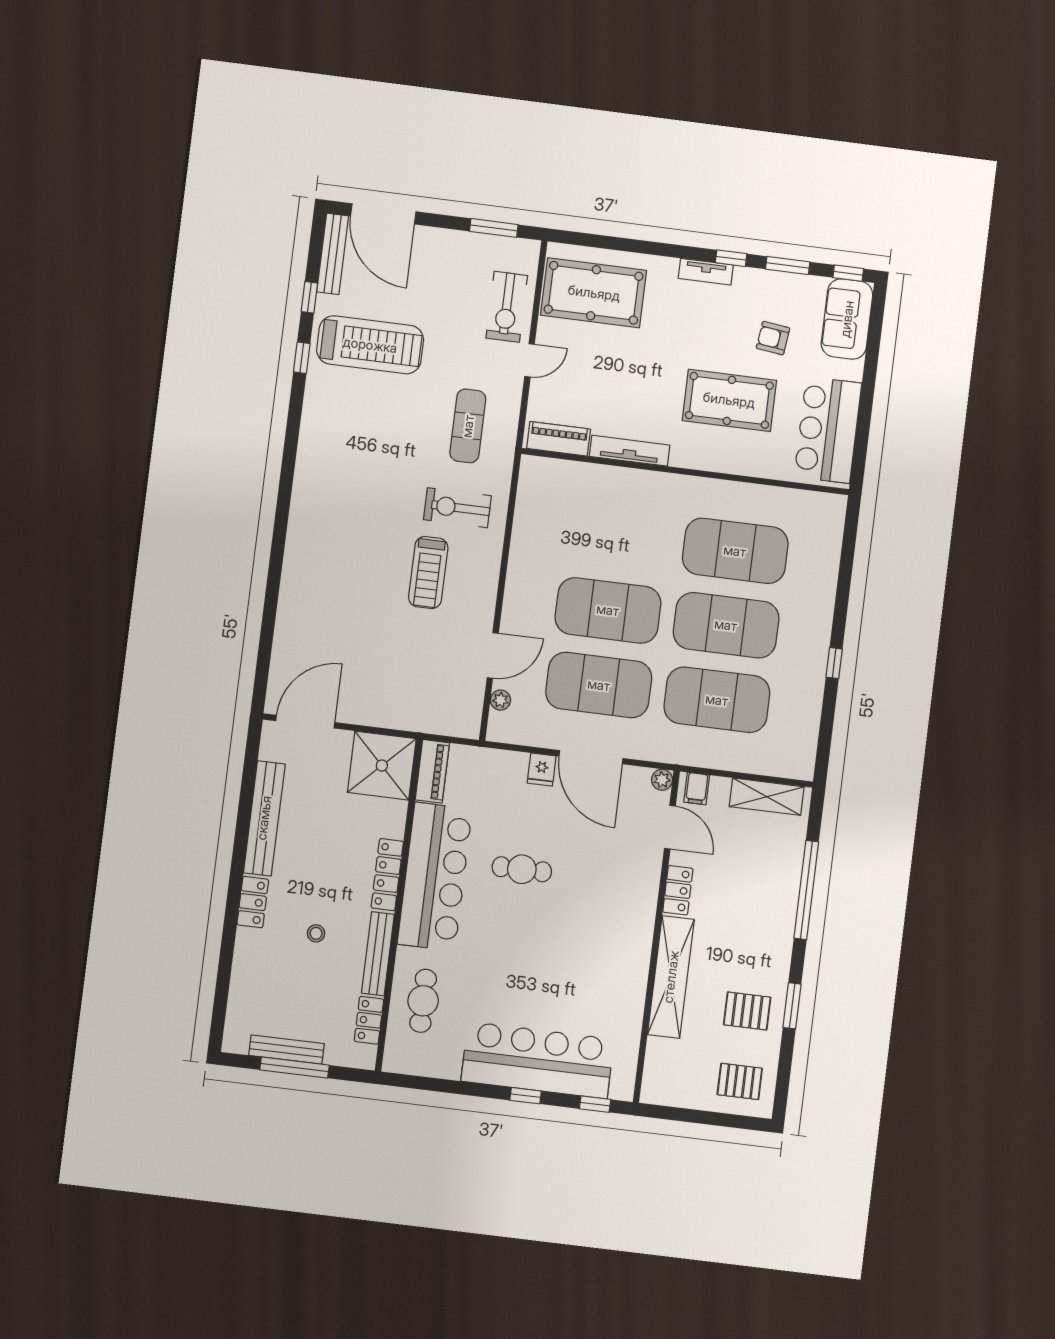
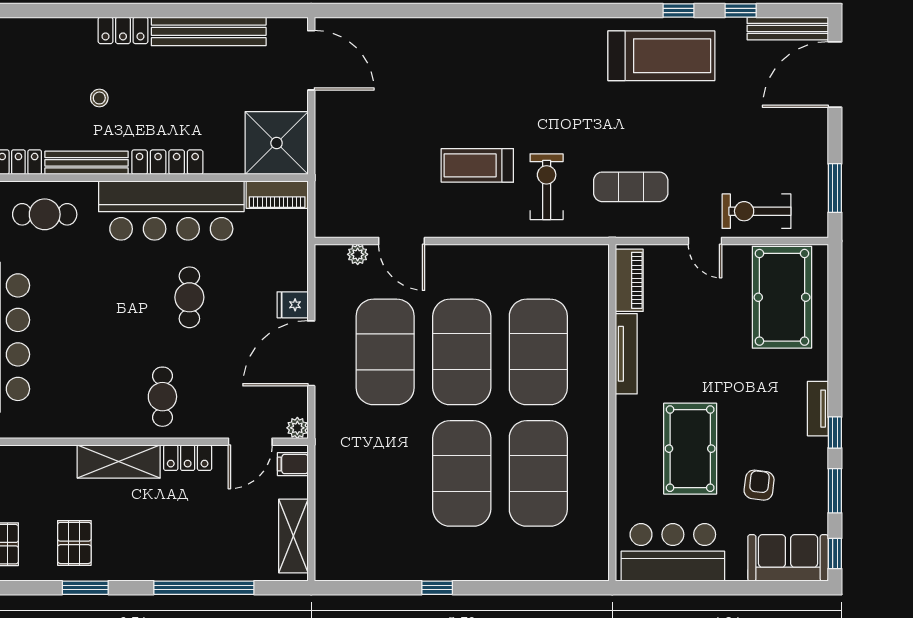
treadmill: (370, 345) -> (661, 56), moved, turned -90
exercise mat: (717, 700) -> (538, 352), moved
cafe table: (615, 908) -> (162, 397), added
shelving: (671, 977) -> (119, 462), width x0.68

